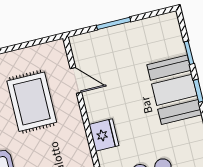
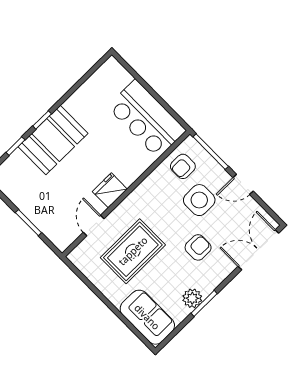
fridge: (104, 135) -> (110, 190), moved

